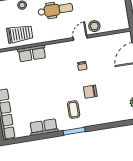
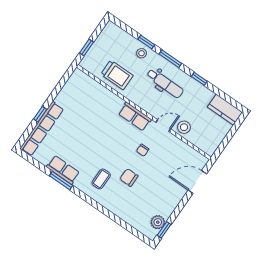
row of seats: (32, 53) -> (135, 117), moved
window: (74, 131) -> (61, 181), moved

